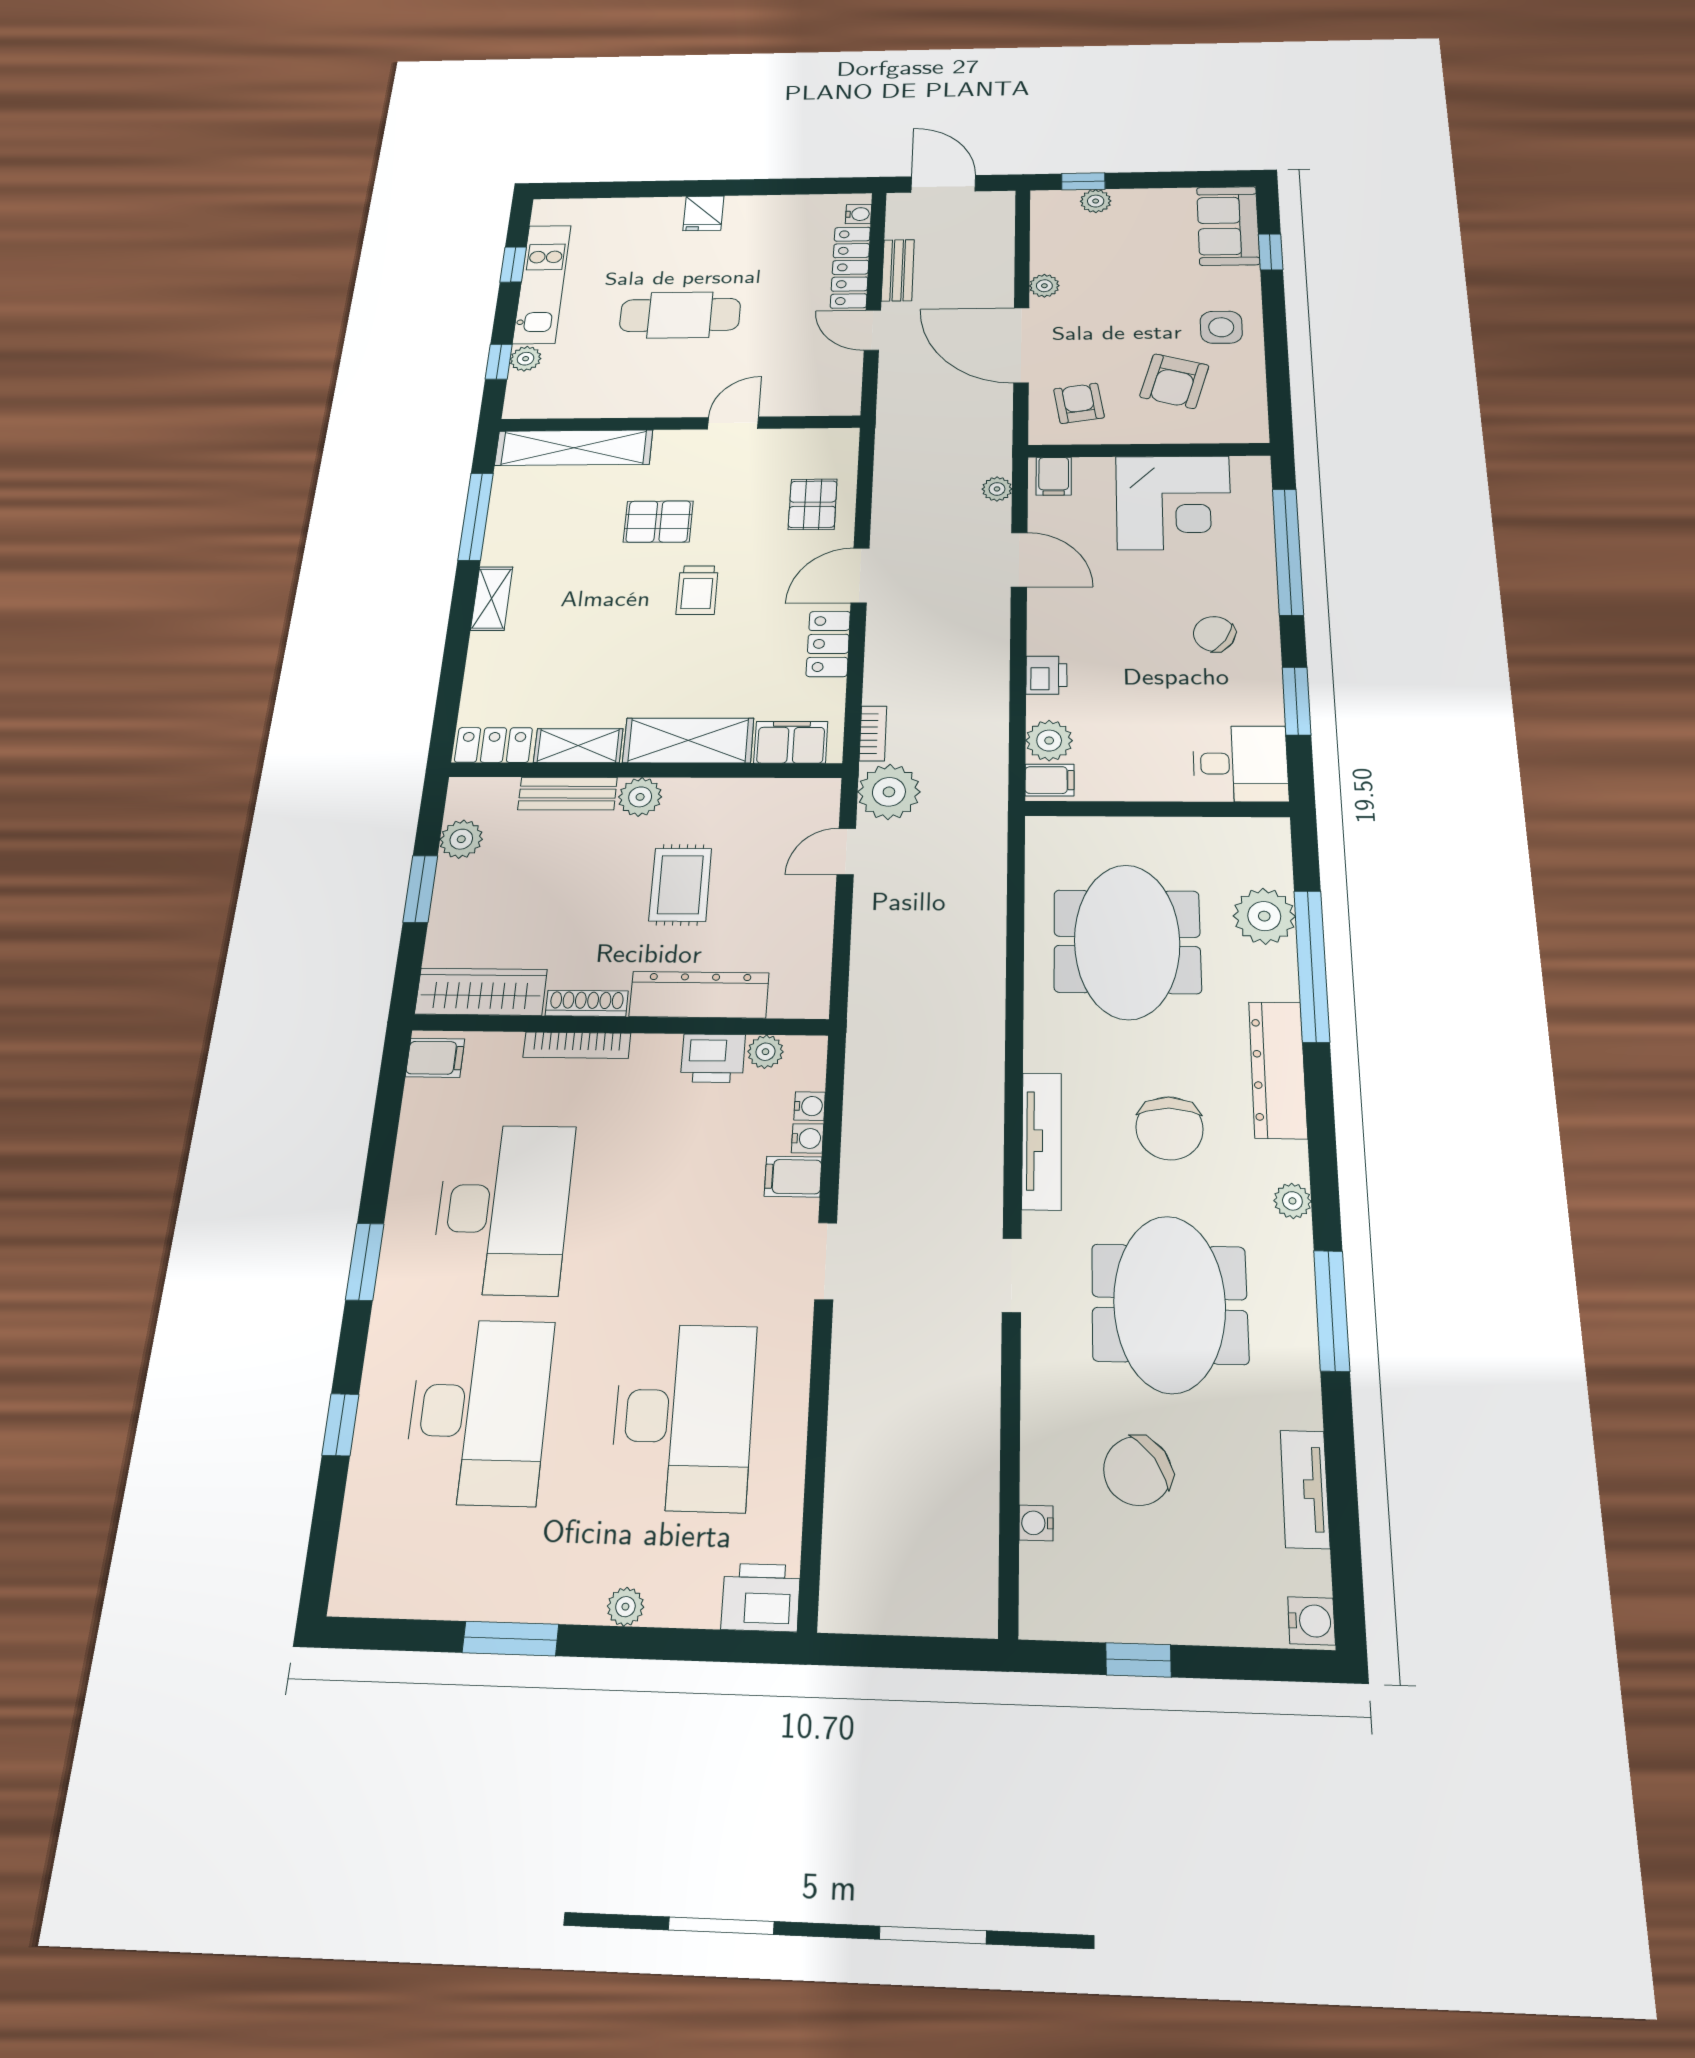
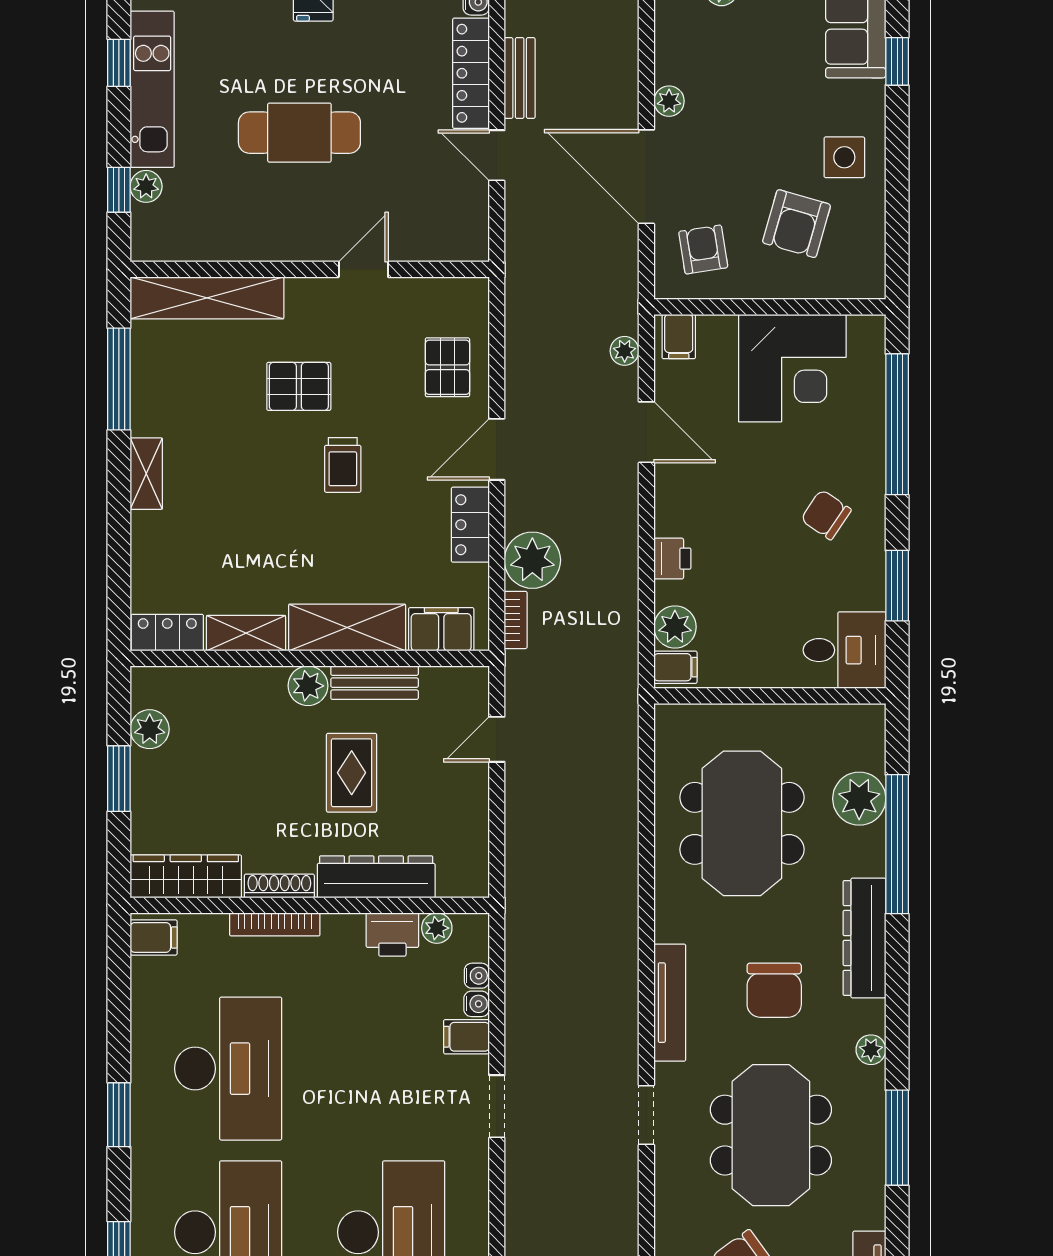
plant: (889, 792) -> (532, 560), moved
bench: (568, 794) -> (375, 683), moved

